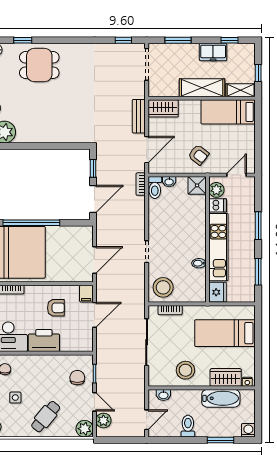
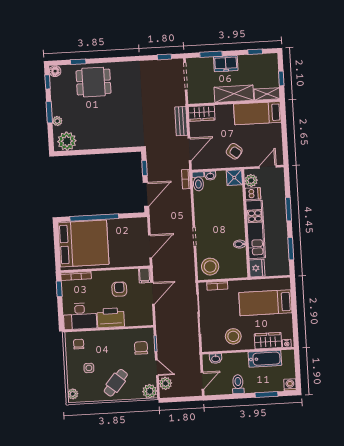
freezer: (213, 52) -> (226, 64), moved
armchair: (56, 308) -> (119, 289), turned -90

